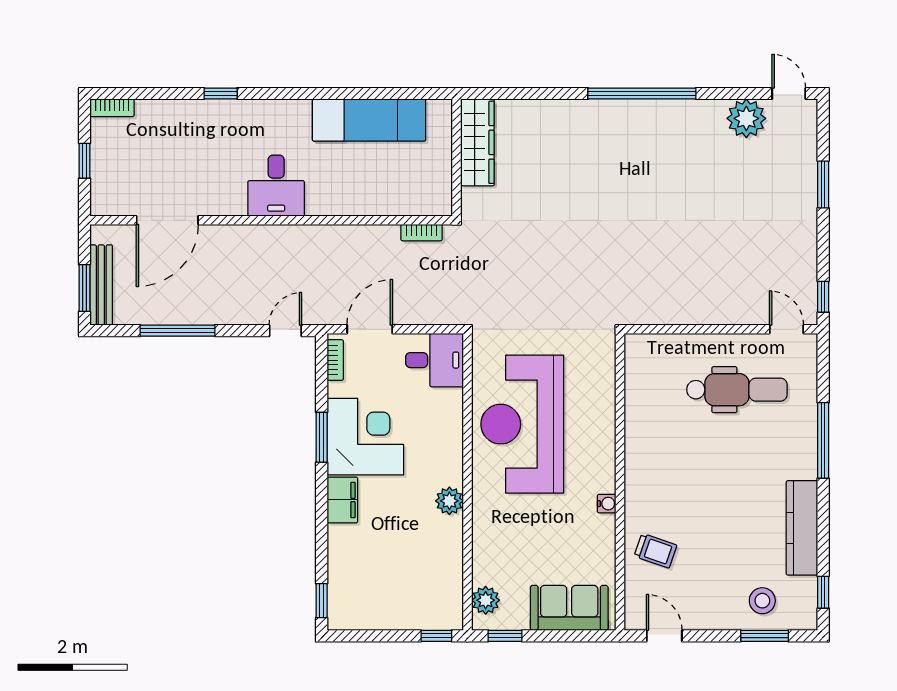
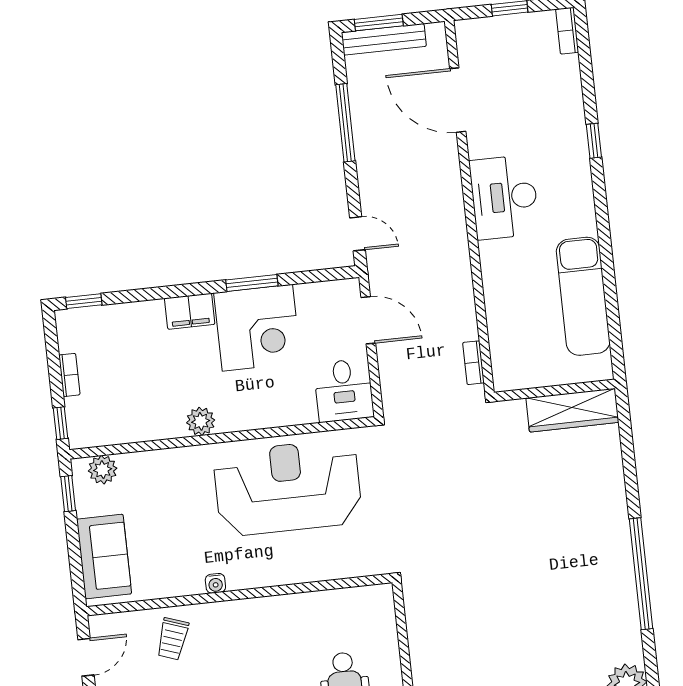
desk: (276, 186) -> (504, 197), width x1.37
bookcase: (335, 360) -> (69, 375), moved, turned -90

